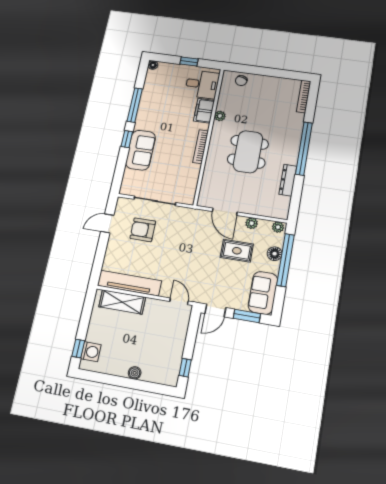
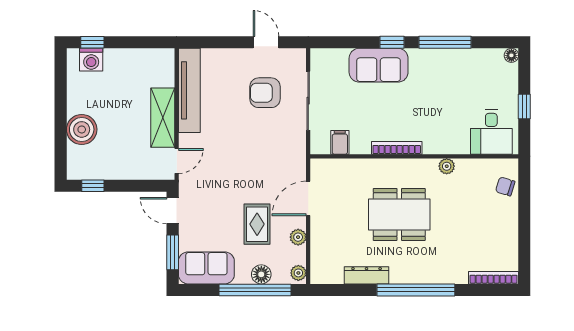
filing cabinet: (204, 111) -> (340, 142), moved, width x0.50
armchair: (143, 230) -> (265, 93), turned -90
shelving: (122, 302) -> (163, 118), moved
boiler: (135, 373) -> (82, 129), width x1.86, depth x1.86

